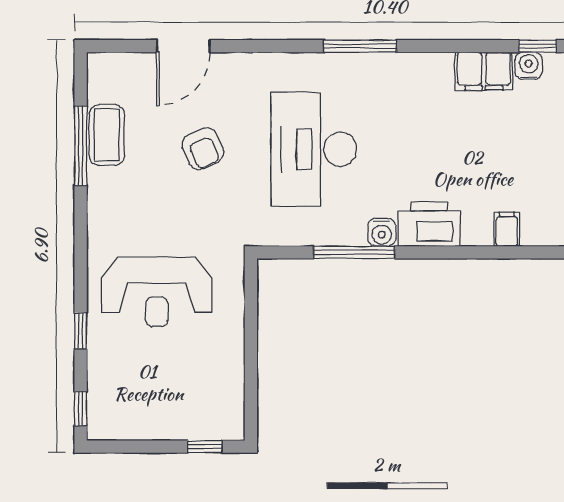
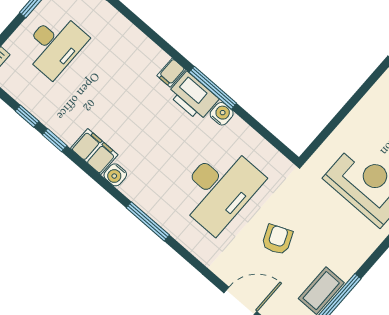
water cooler: (529, 66) -> (115, 175), moved
filing cabinet: (507, 229) -> (171, 73), moved
window: (354, 252) -> (213, 88), moved

